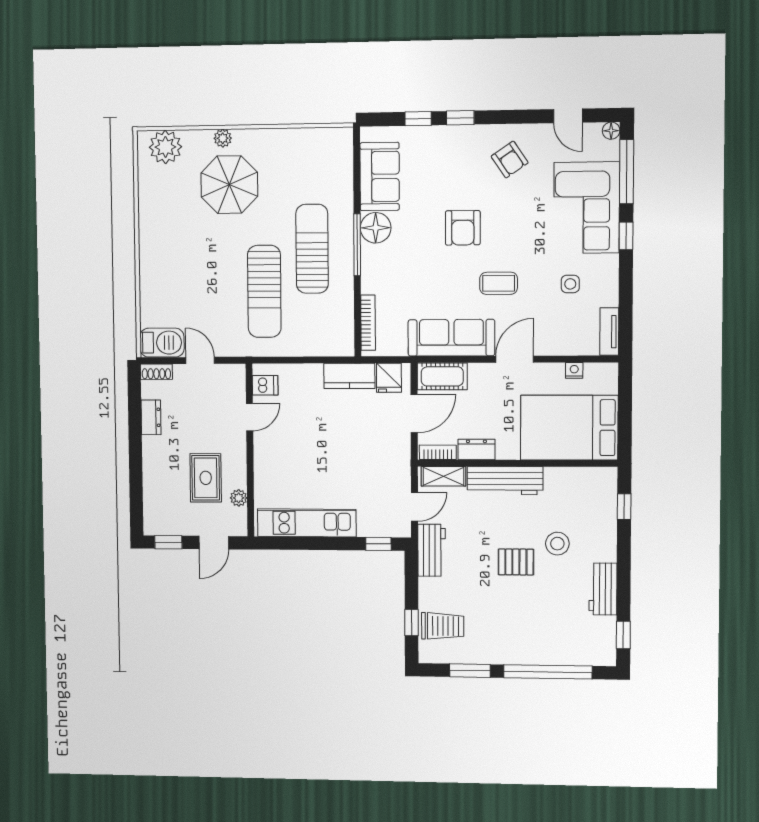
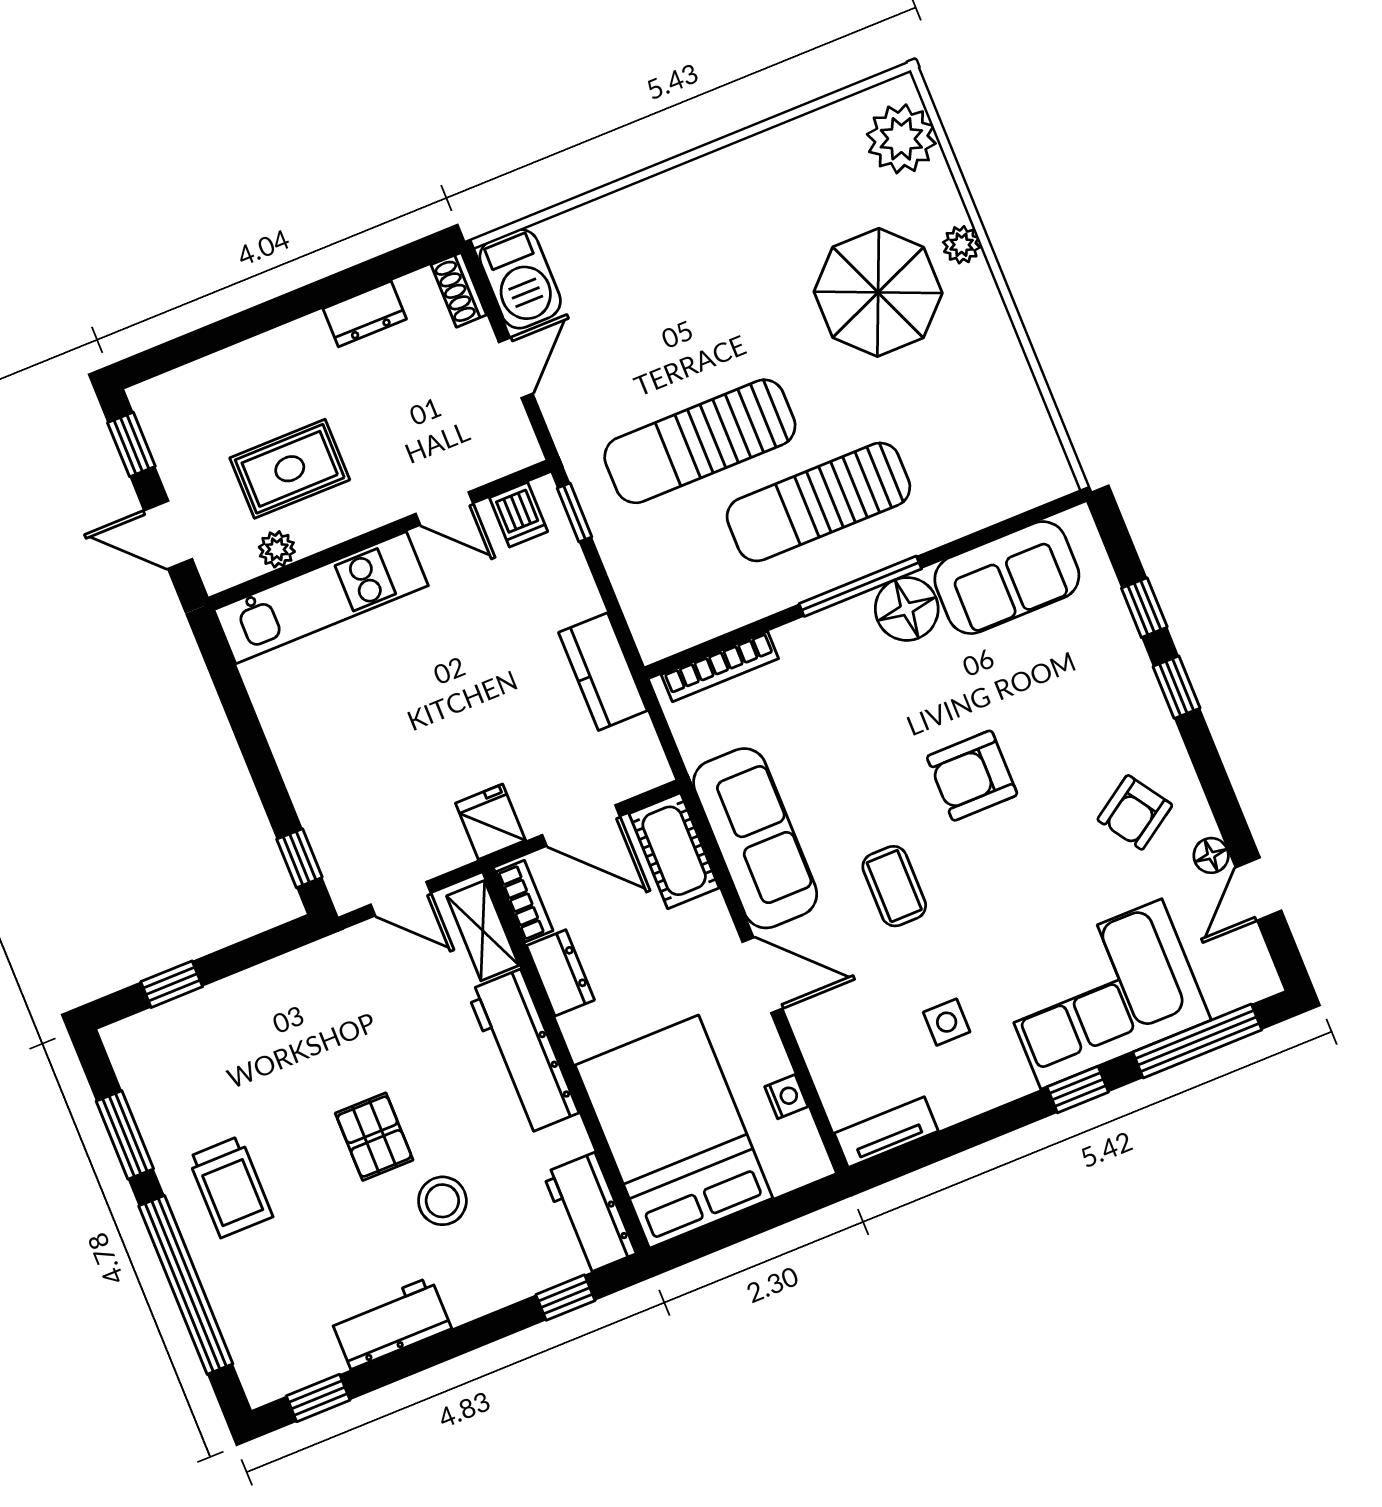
floor lamp: (611, 131) -> (1211, 855), moved
sun lounger: (312, 249) -> (818, 502), turned 180
window: (274, 360) -> (574, 512), added
fridge: (389, 378) -> (490, 822), moved, turned 90
kitchen unit: (307, 523) -> (321, 598), moved, turned 90
workbench: (432, 550) -> (589, 1214), moved, turned 90
trolley: (443, 626) -> (230, 1187), moved

